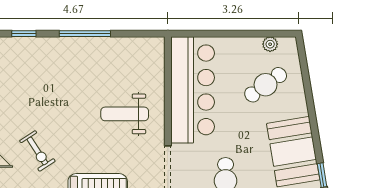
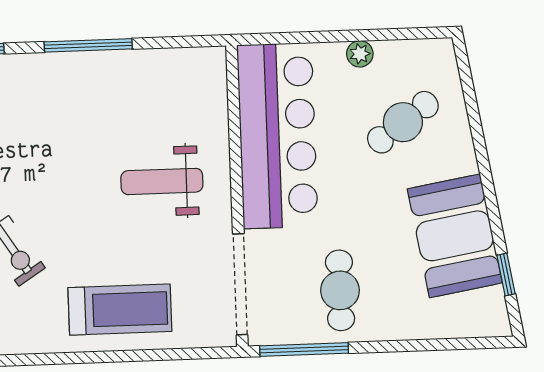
plant: (270, 44) -> (360, 54), moved

